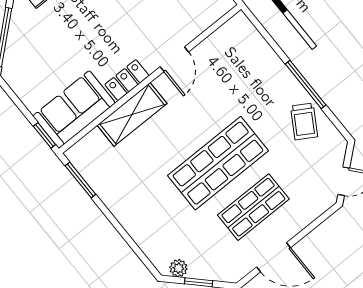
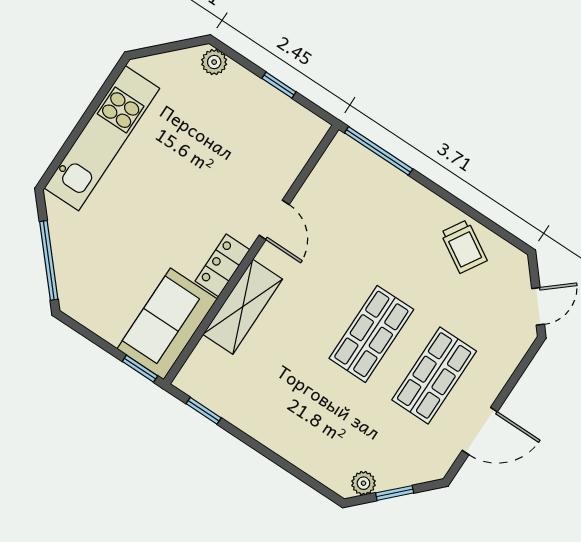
window: (306, 84) -> (379, 151), moved
shop shelf: (218, 163) -> (371, 334), width x0.70, depth x0.74
window: (80, 180) -> (204, 411), width x0.67

